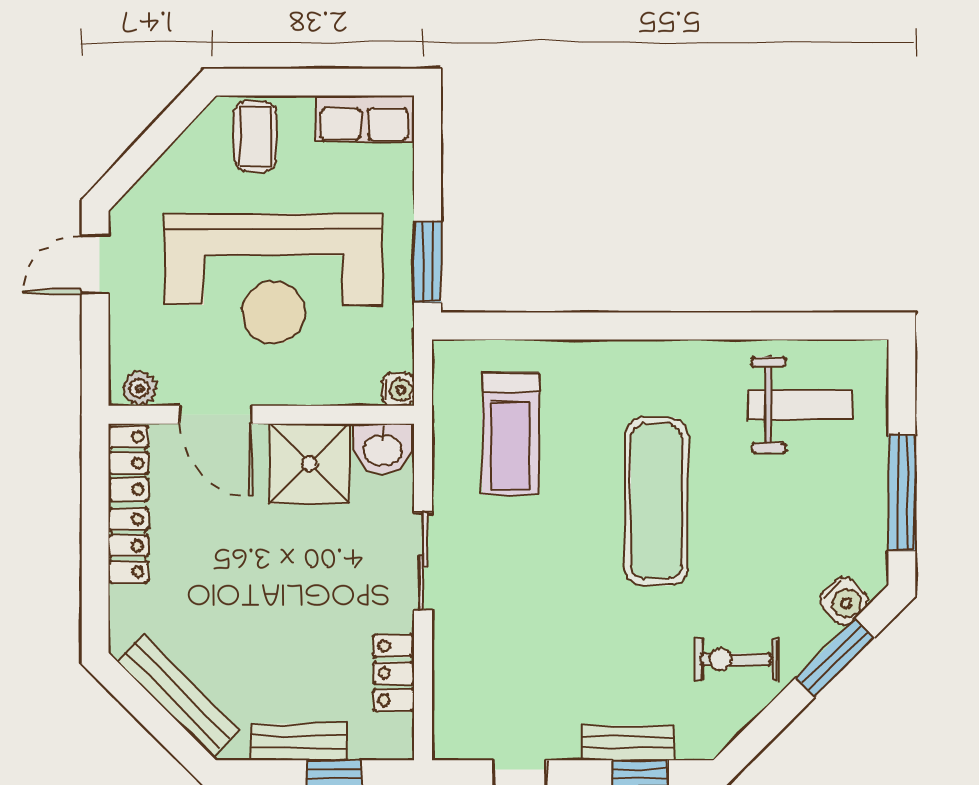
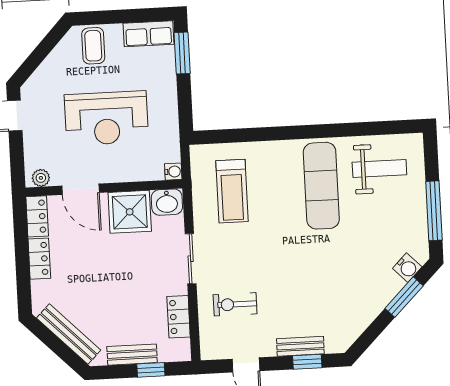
window: (428, 262) -> (182, 53), moved
reception desk: (273, 279) -> (106, 118), width x0.74, depth x0.77
exercise mat: (656, 501) -> (321, 186), moved
exercise bike: (736, 659) -> (235, 304), moved

